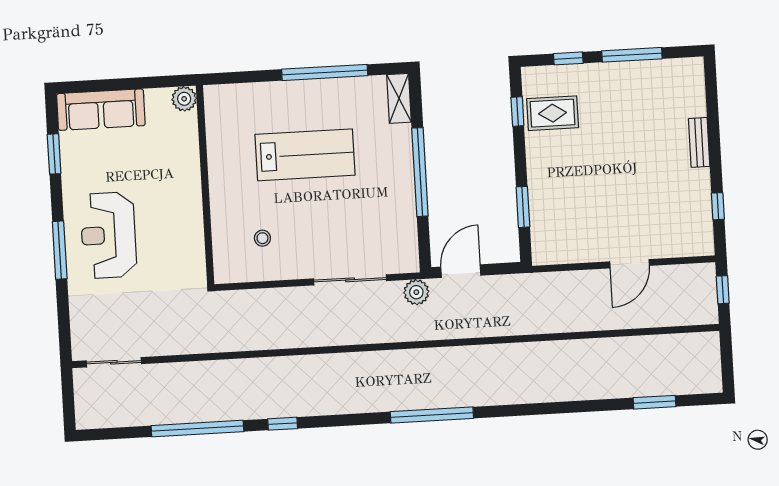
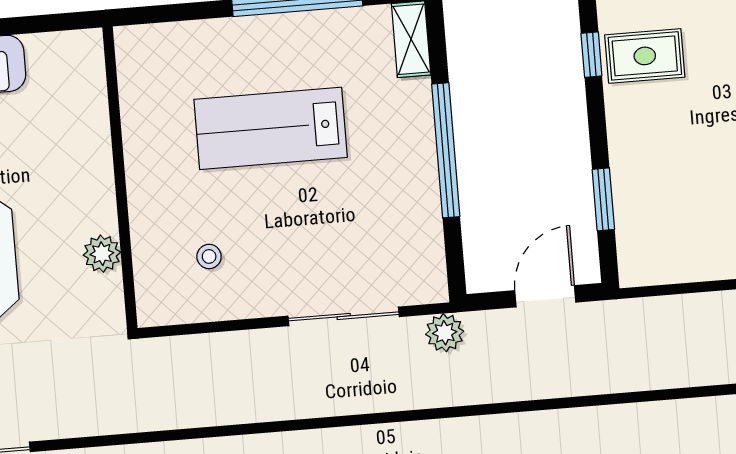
plant: (184, 99) -> (102, 254), moved
lab bench: (305, 155) -> (271, 128), turned 180
door: (461, 271) -> (545, 296), moved

